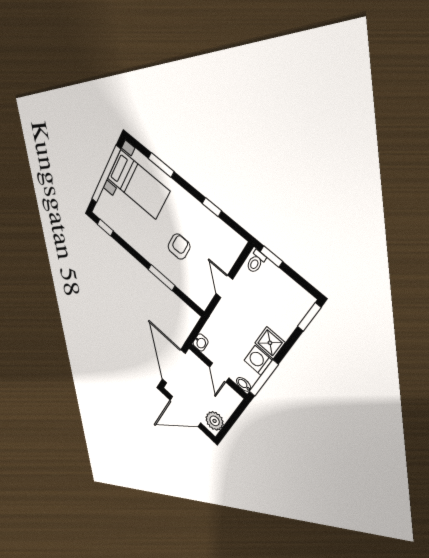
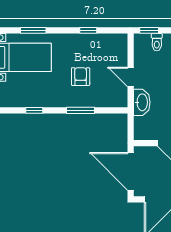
window: (105, 228) -> (34, 110), moved
toilet: (256, 262) -> (157, 42), moved
washbasin: (201, 342) -> (142, 102), moved, width x1.91, depth x1.45

